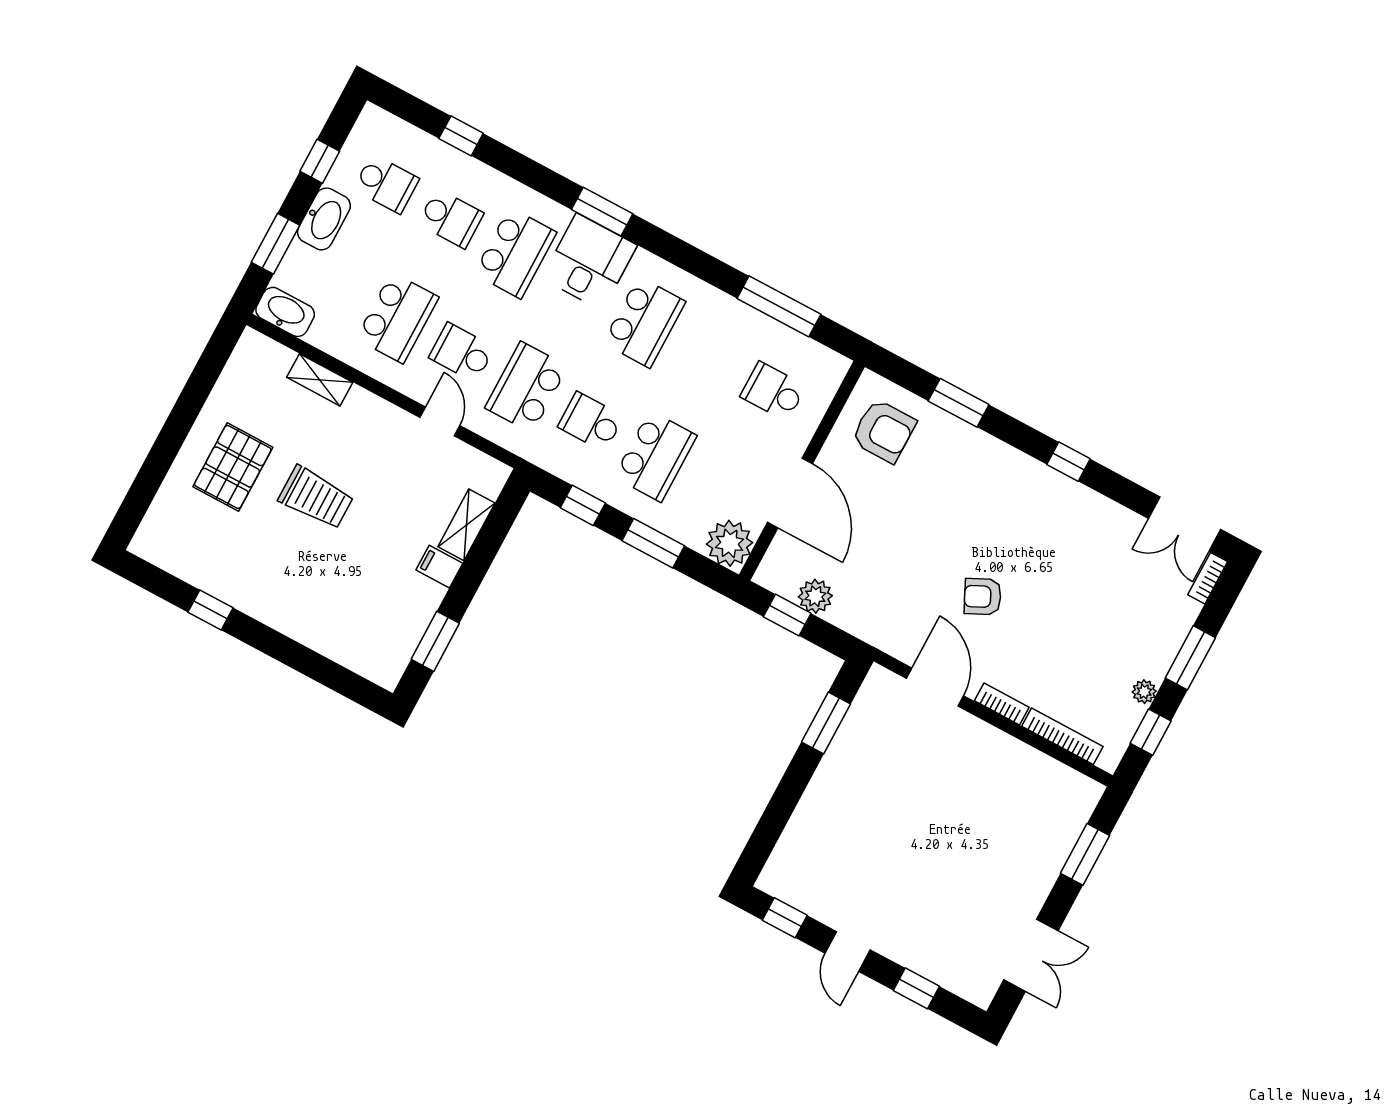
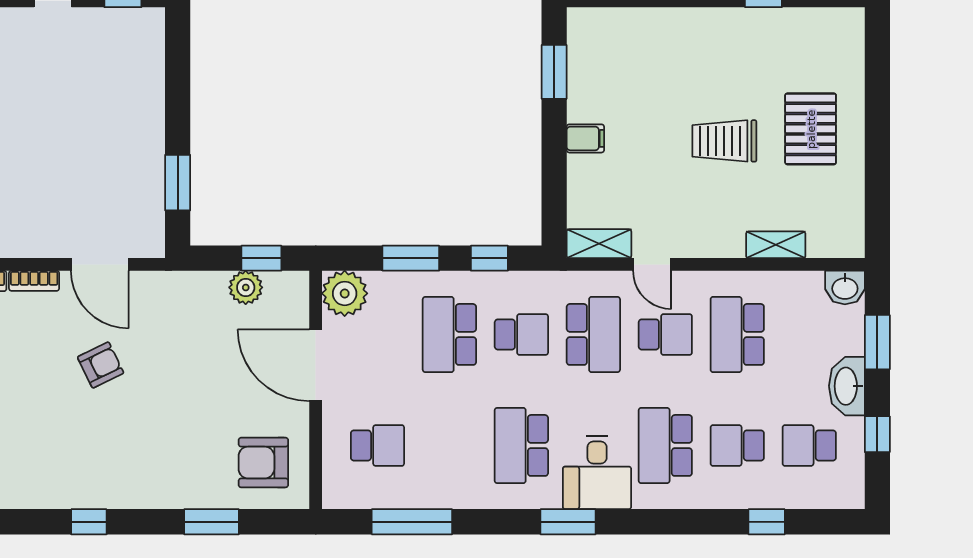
window: (602, 212) -> (568, 522), moved
washbasin: (285, 312) -> (845, 288), width x0.72
shelving: (466, 525) -> (599, 244), moved, turned 90

